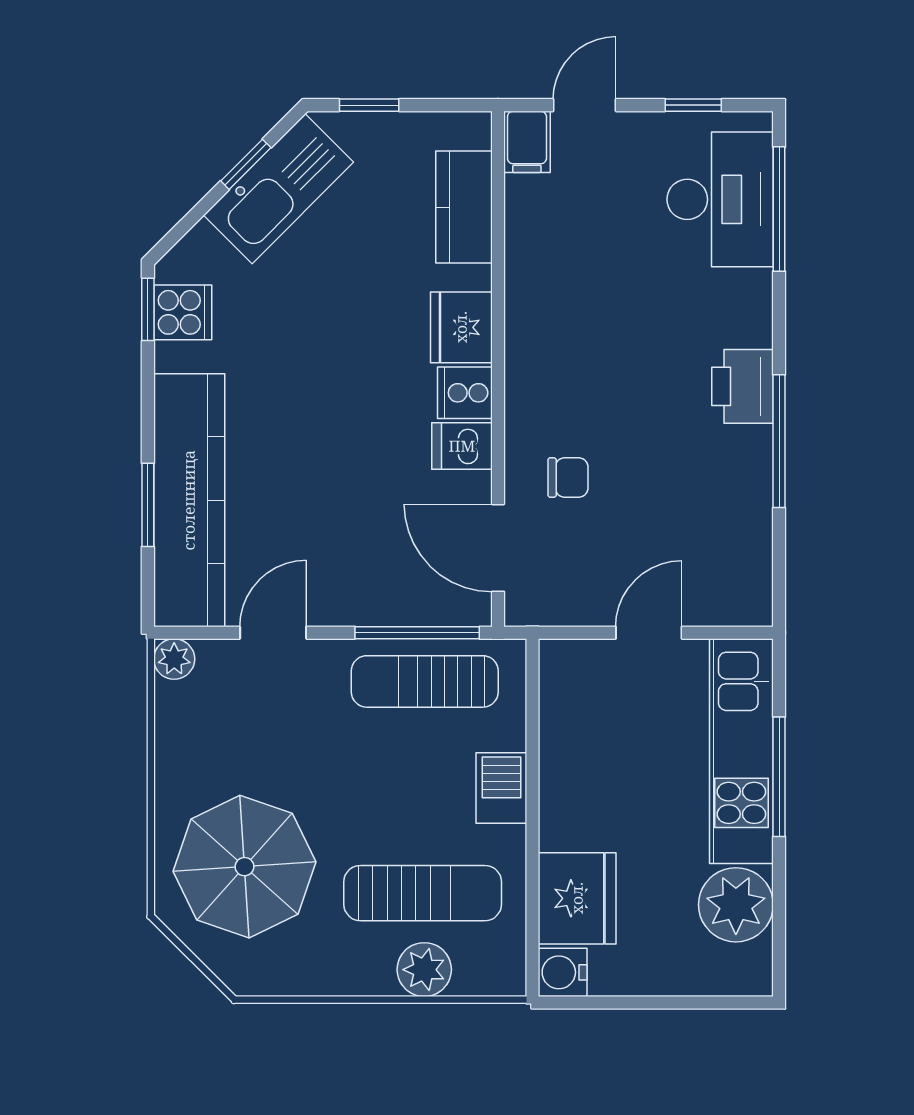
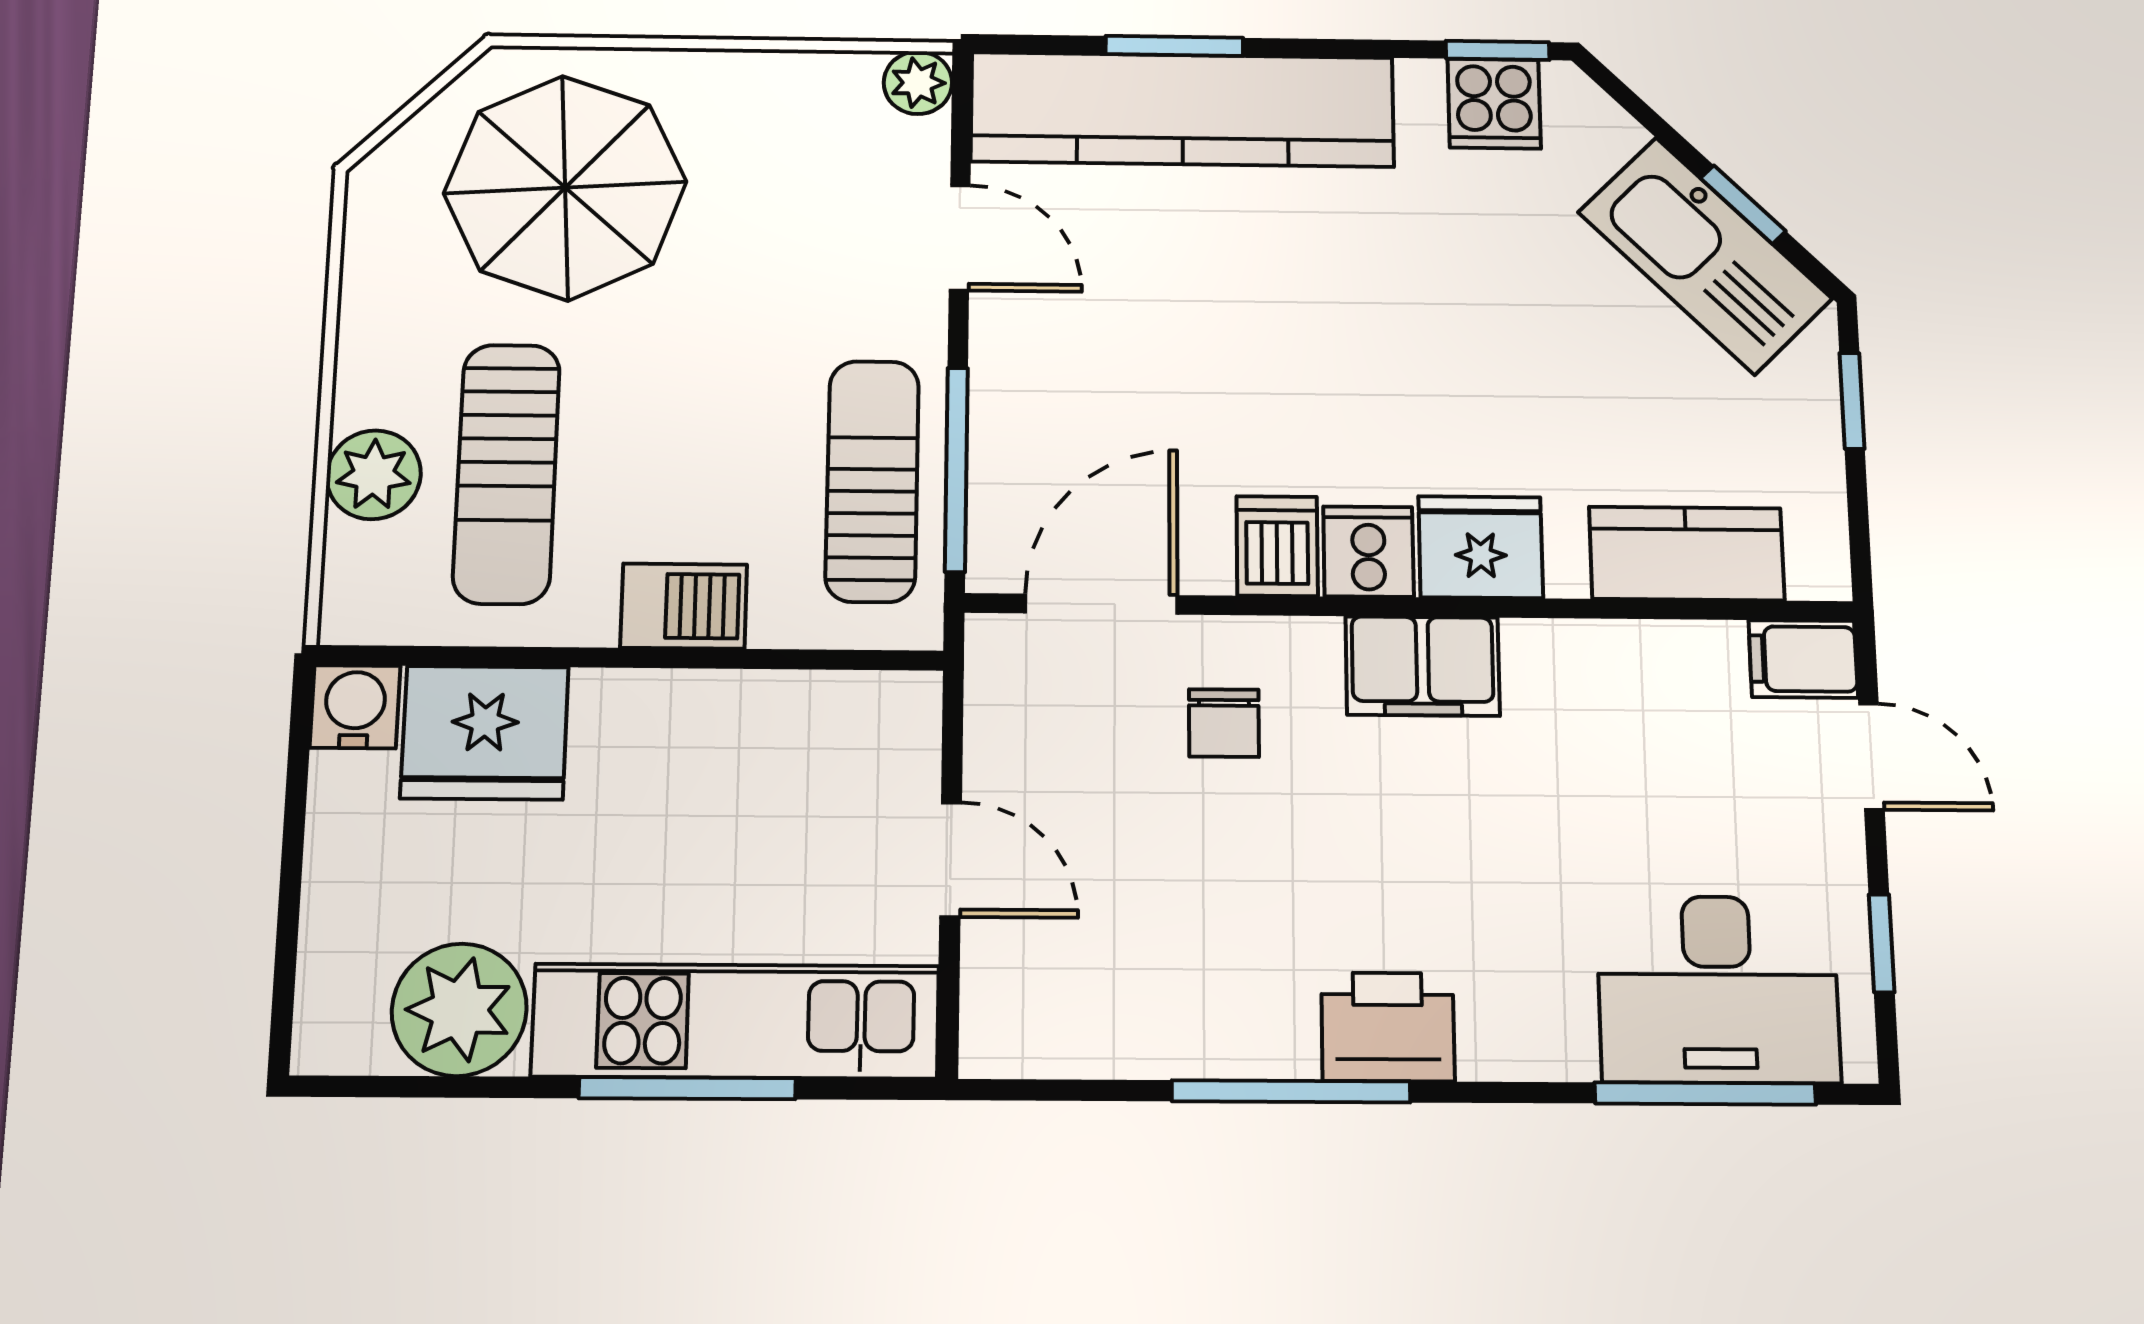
filing cabinet: (533, 363) -> (1423, 666), added

